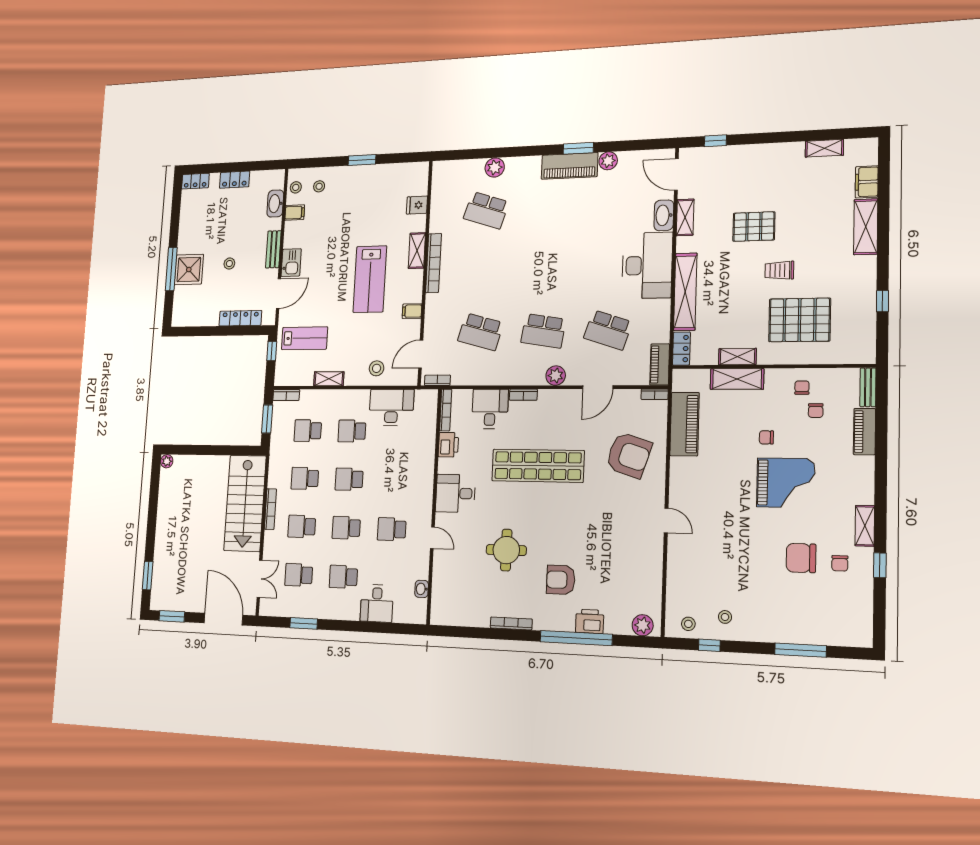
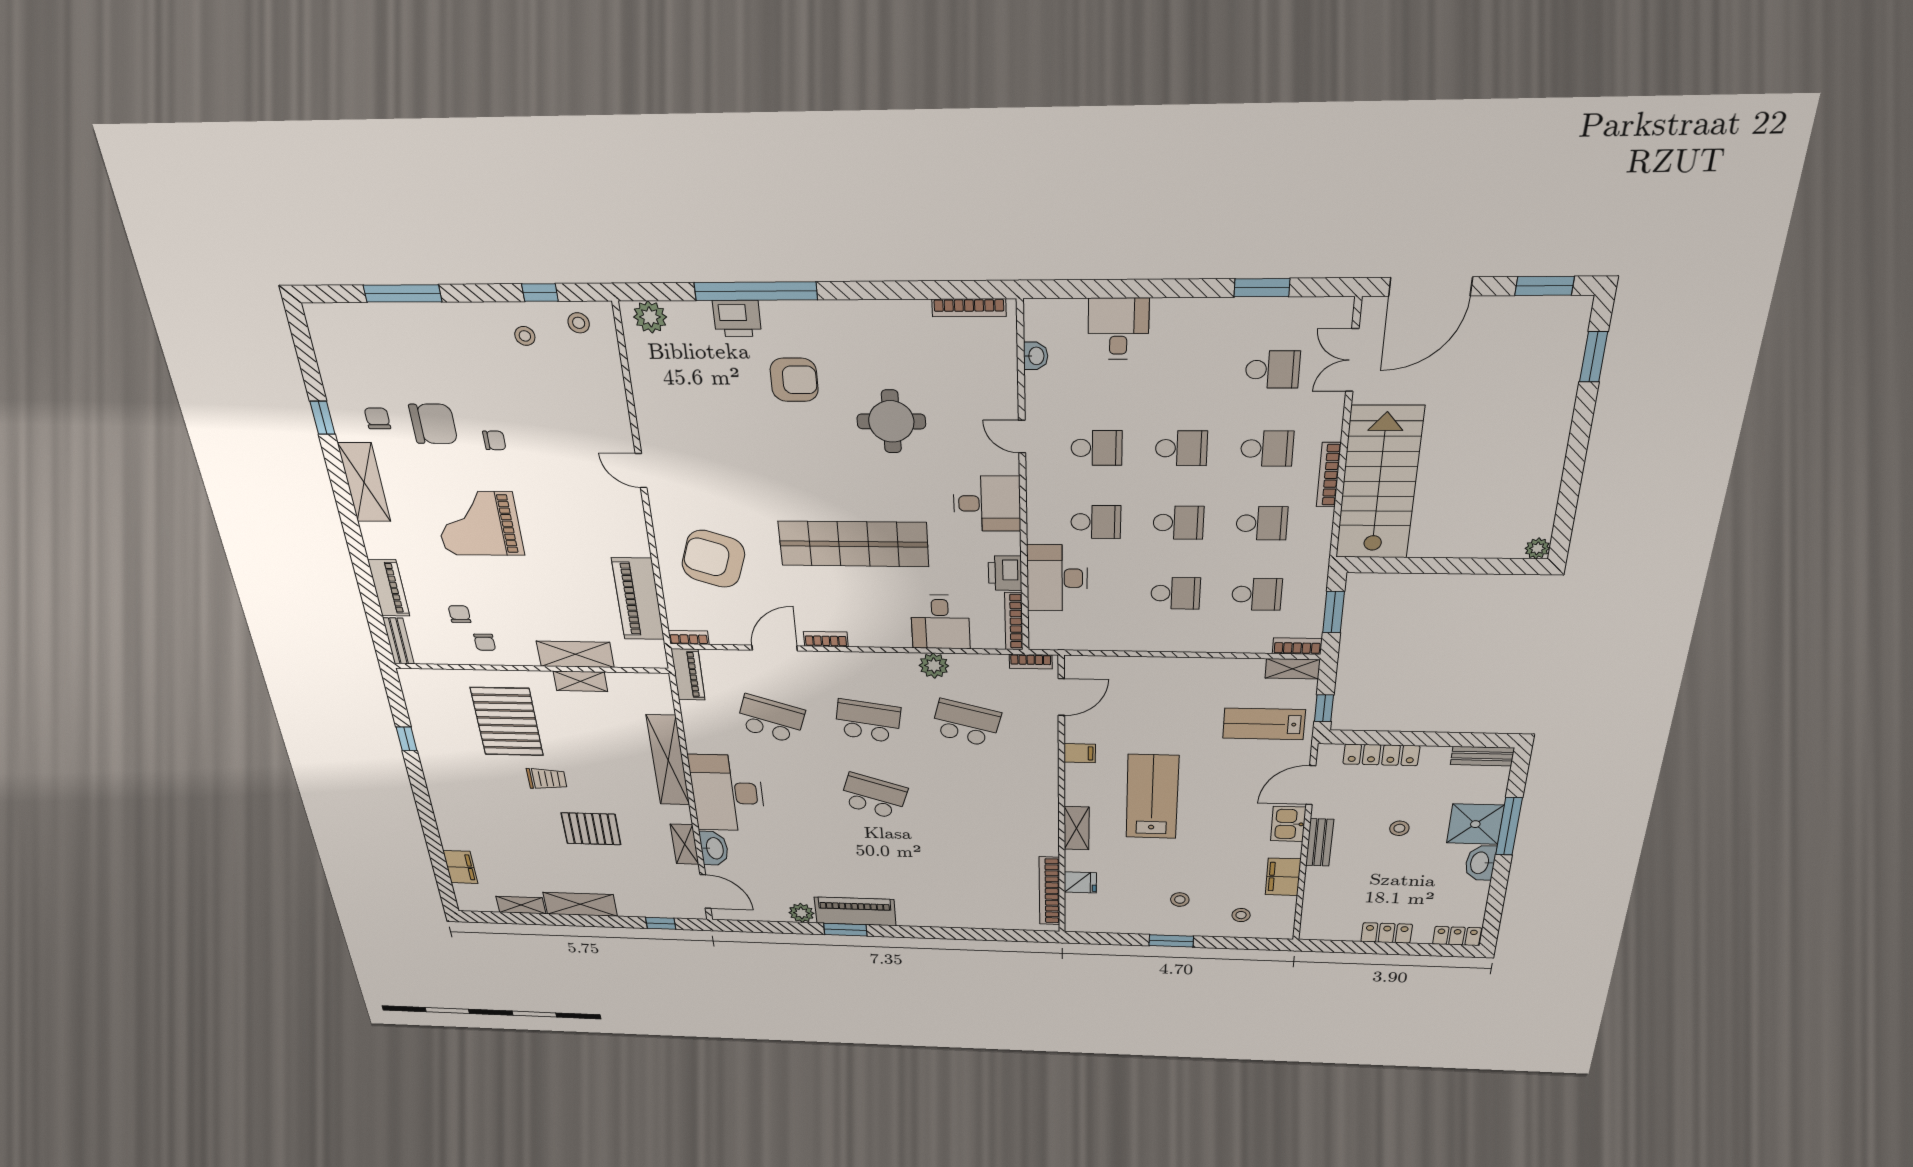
plant: (495, 167) -> (964, 917), removed
stool: (296, 187) -> (1180, 900), moved
washbasin: (275, 204) -> (1480, 863), moved, turned 180
school desk: (486, 210) -> (874, 796), moved
filing cabinet: (295, 213) -> (1283, 877), width x2.00
shelving: (866, 227) -> (580, 904), moved, turned 90
bookcase: (434, 263) -> (1049, 891), moved
bench: (187, 320) -> (1482, 756), added
pallet: (800, 320) -> (507, 722), turned 90
locker: (681, 349) -> (661, 693), removed
stool: (377, 368) -> (1135, 680), removed
plant: (556, 376) -> (934, 666), moved
shelving: (329, 379) -> (1293, 669), moved
bookcase: (523, 395) -> (826, 639), moved
desk: (391, 407) -> (1057, 578), moved, turned 90
chair: (766, 437) -> (494, 440), moved
shelving: (865, 526) -> (364, 482), width x1.50, depth x1.33
school desk: (343, 577) -> (1096, 522), moved
door: (223, 619) -> (1430, 287), hinge flipped
bookcase: (511, 623) -> (969, 308), moved

